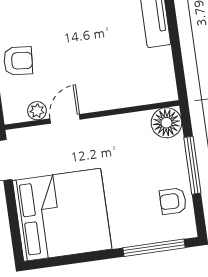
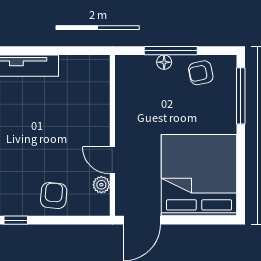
floor lamp: (166, 123) -> (164, 62), moved, width x0.53, depth x0.53
armchair: (173, 201) -> (201, 73), turned 78

